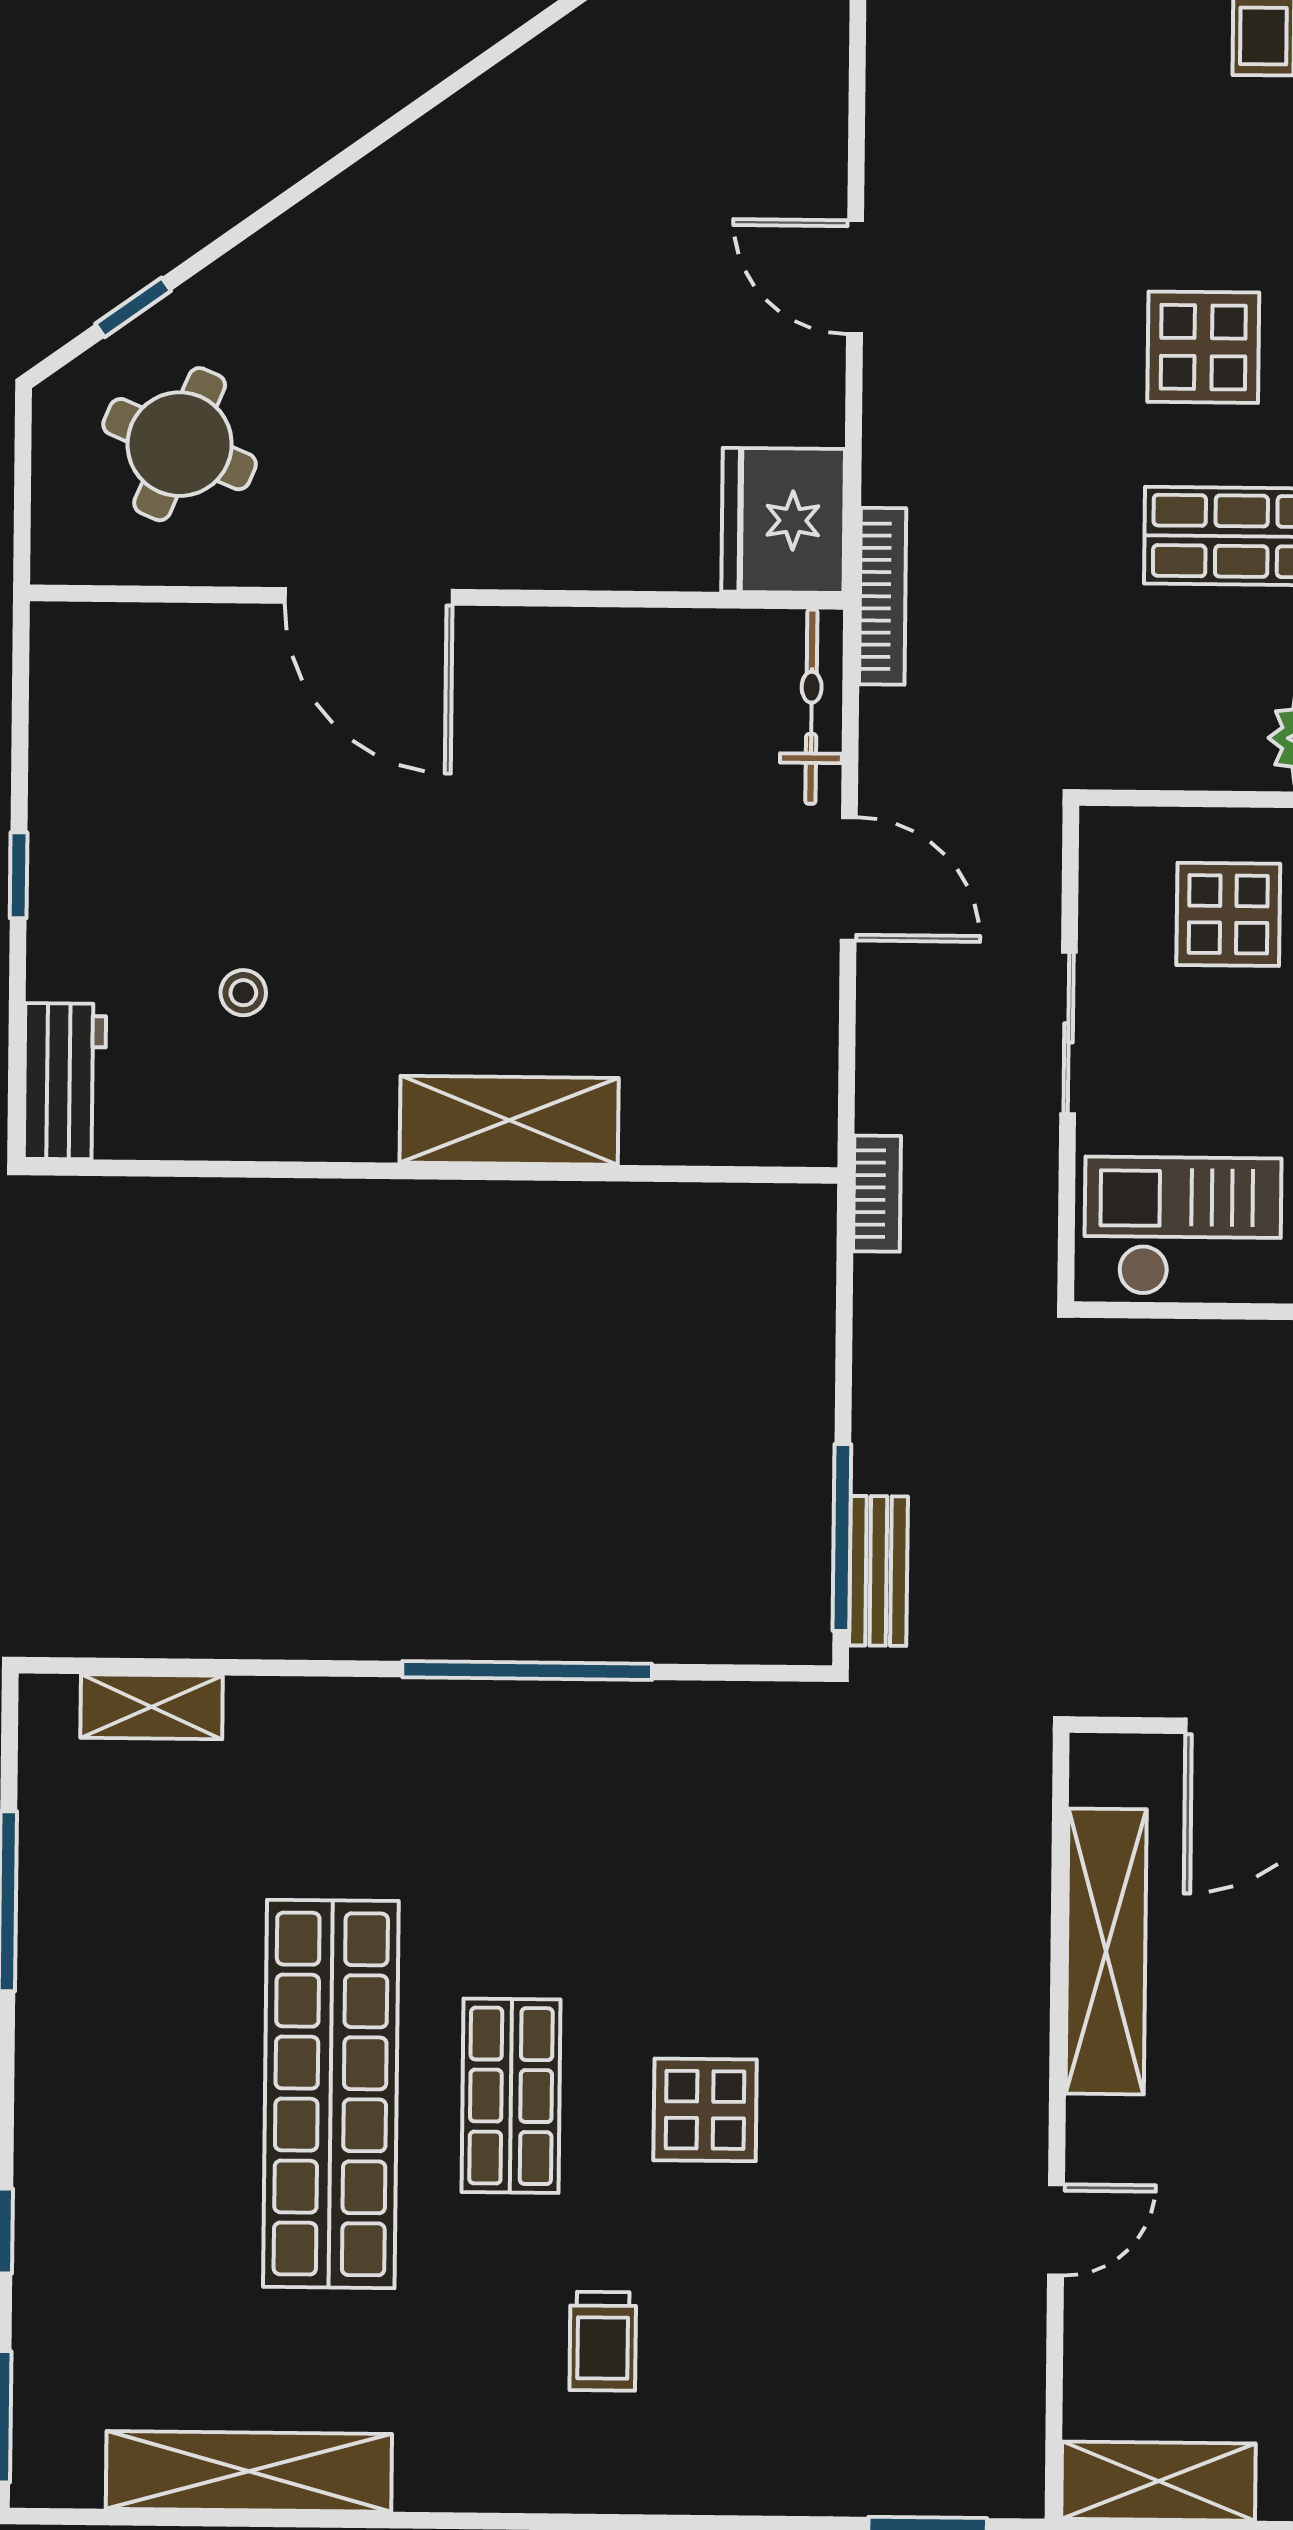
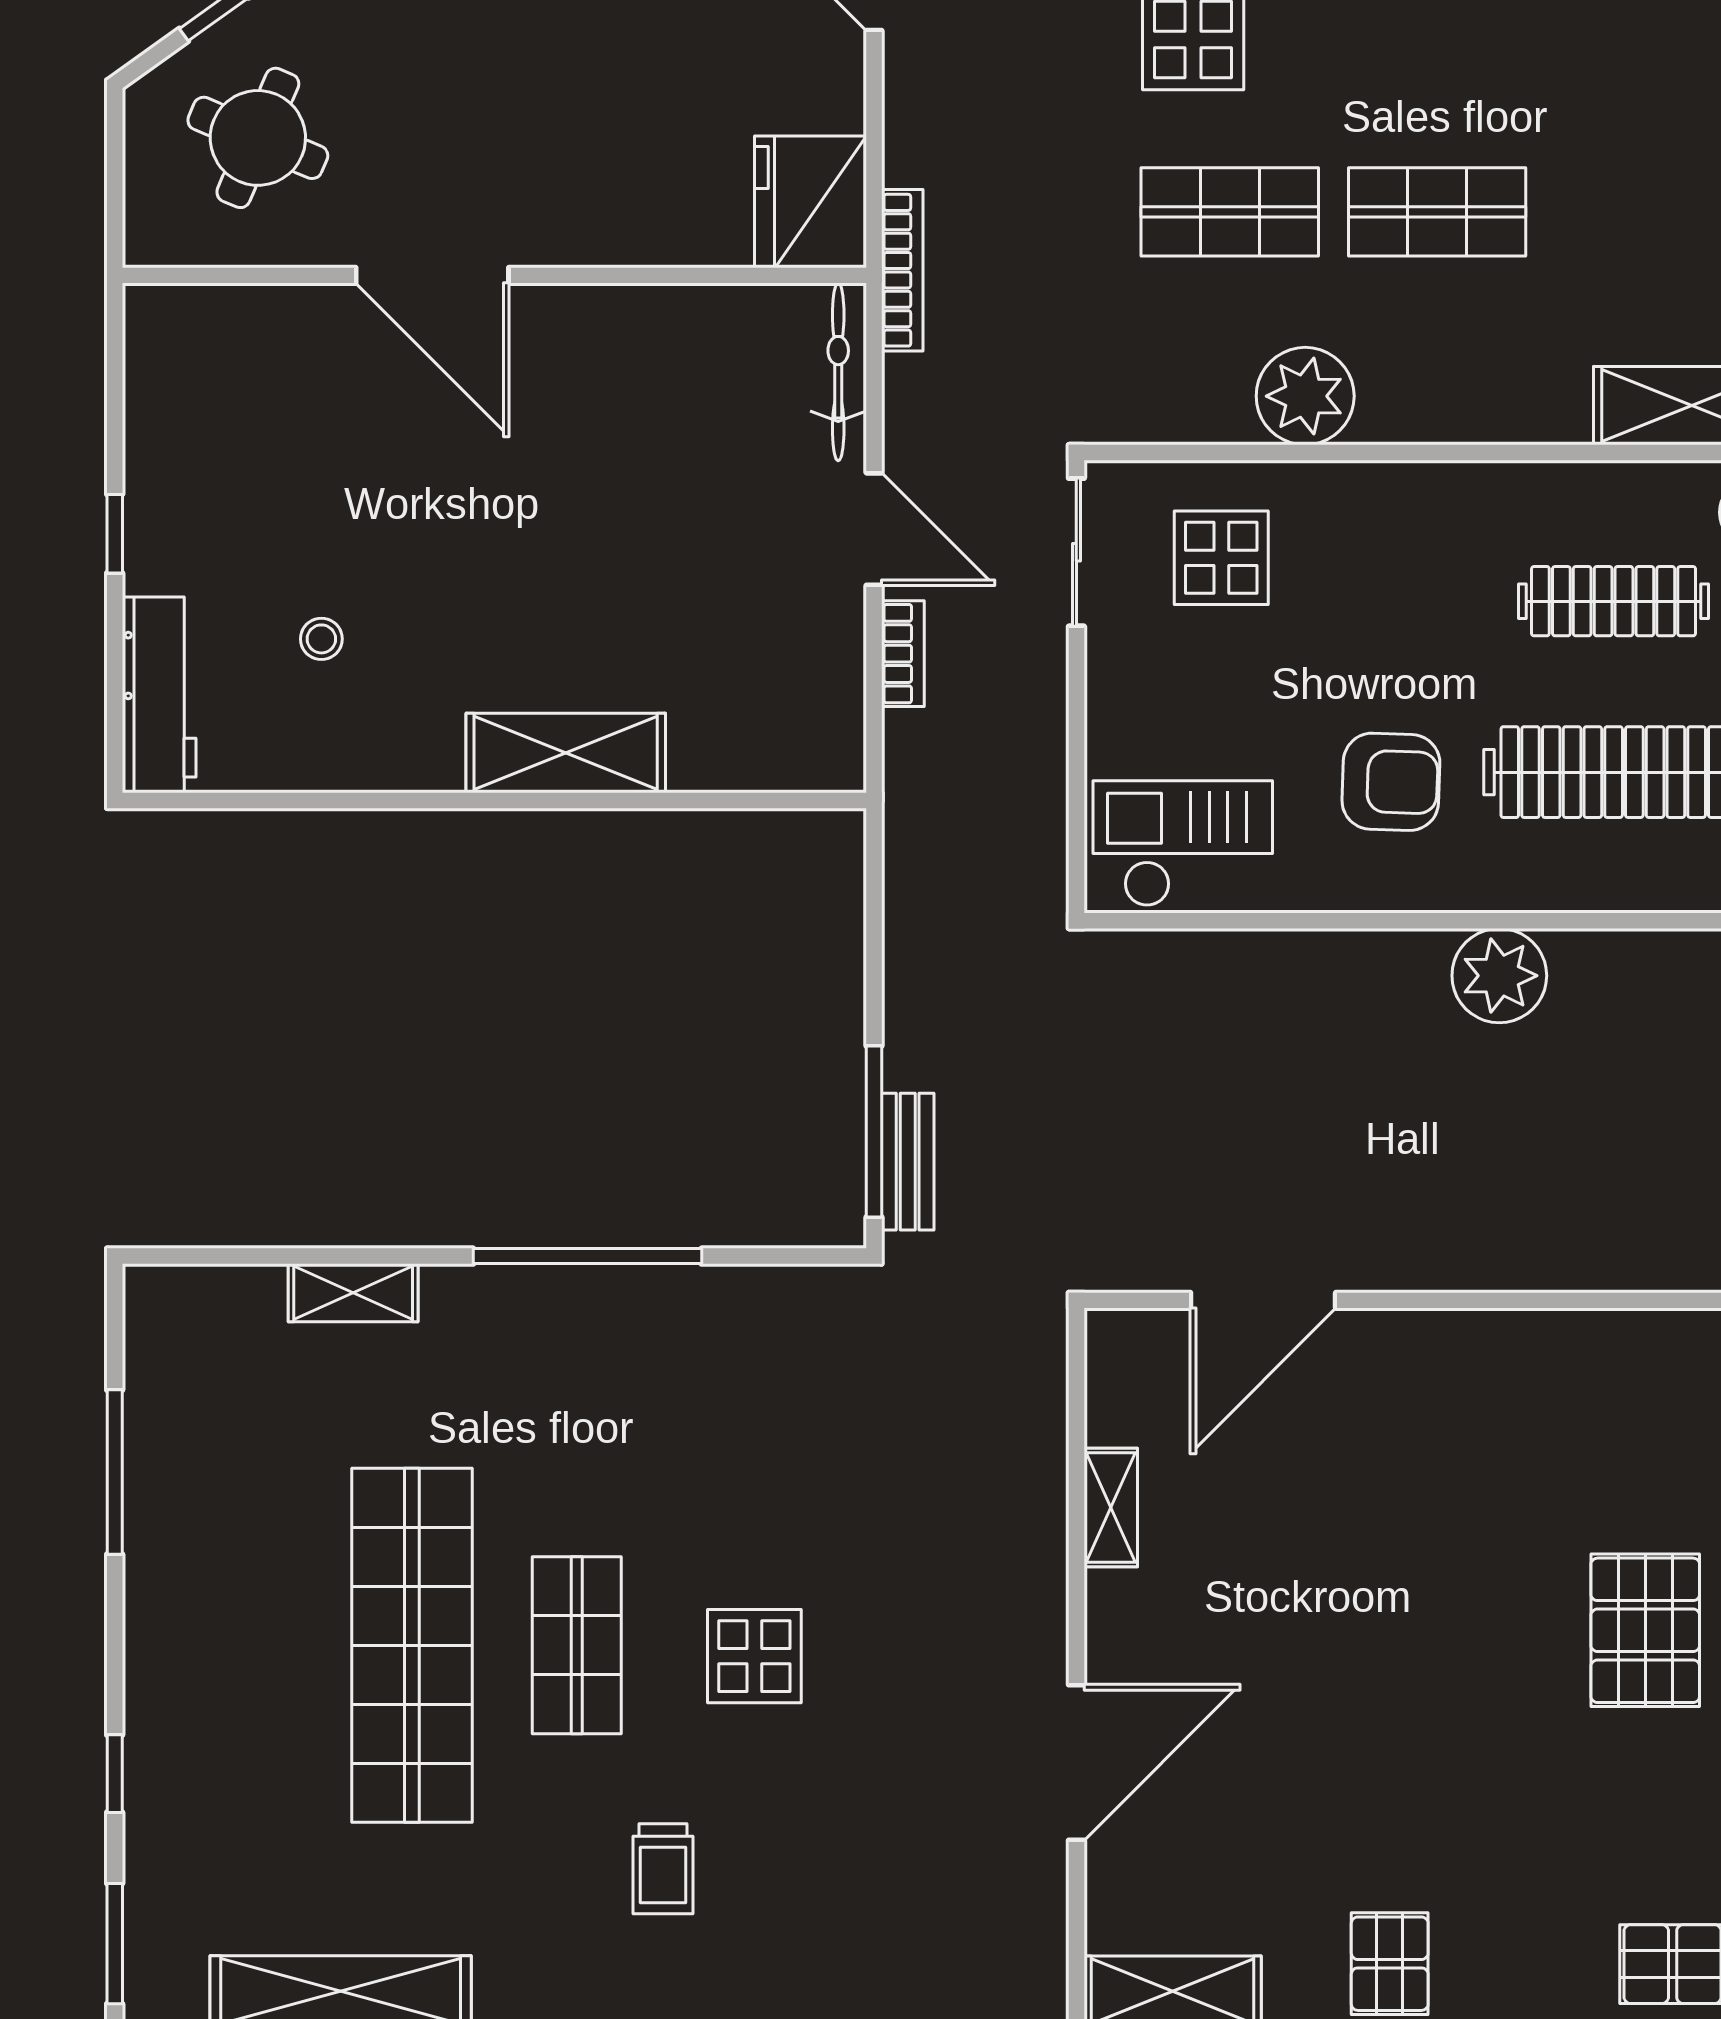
sliding door: (1069, 1033) -> (1076, 552), moved
workbench: (65, 1081) -> (159, 695), width x1.38
bookcase: (877, 1194) -> (903, 654), moved
shelving: (152, 1707) -> (353, 1293), moved
shelving: (1106, 1951) -> (1111, 1507), width x0.45, depth x0.75
door: (1056, 2230) -> (1076, 1763), width x1.88

